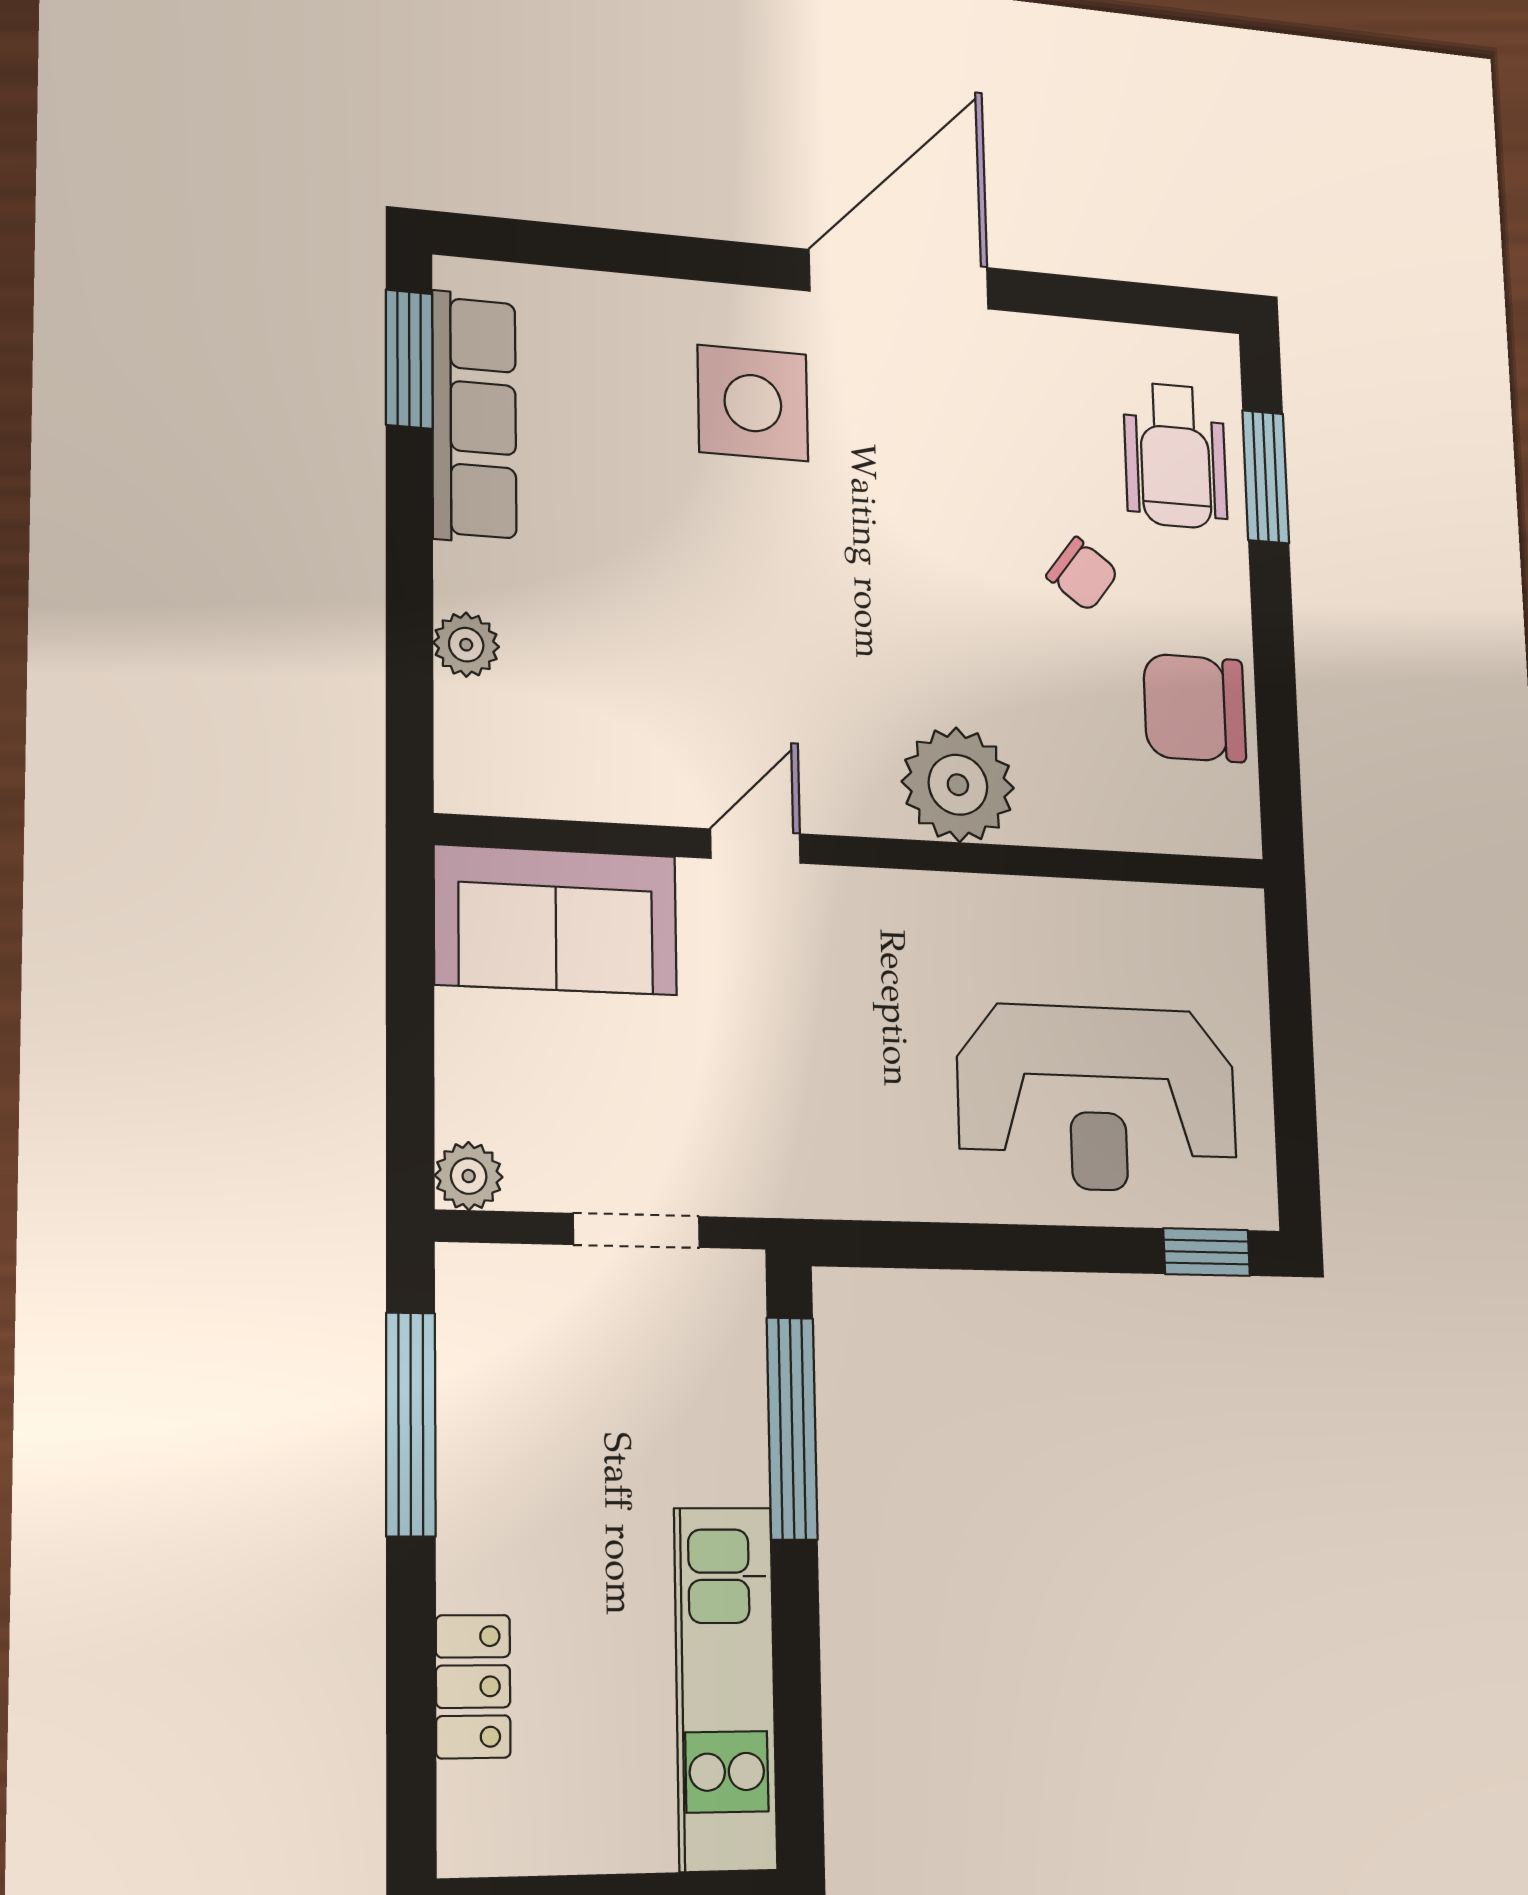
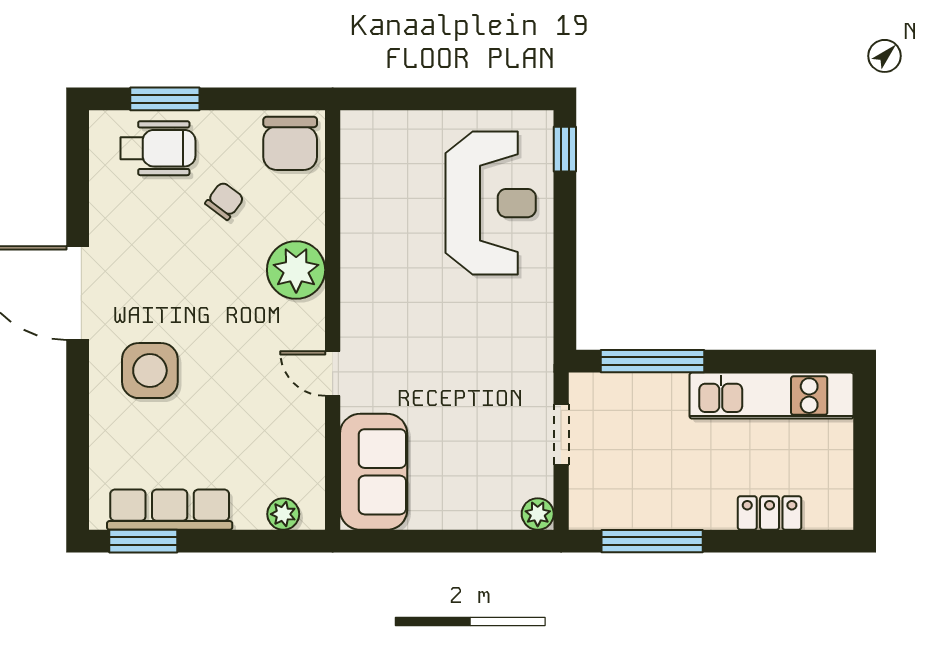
plant: (958, 785) -> (296, 270), moved
door: (755, 846) -> (333, 374), moved
wall: (862, 852) -> (333, 320), moved
sofa: (556, 920) -> (374, 472), moved

